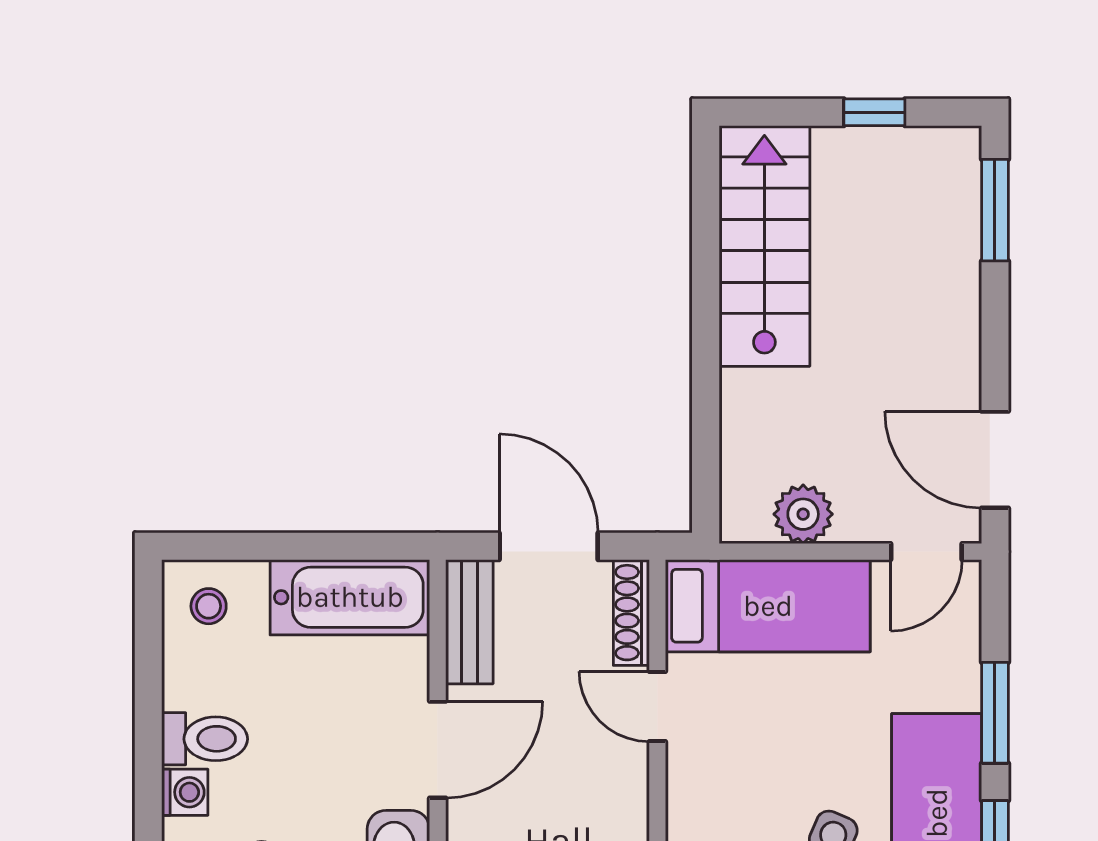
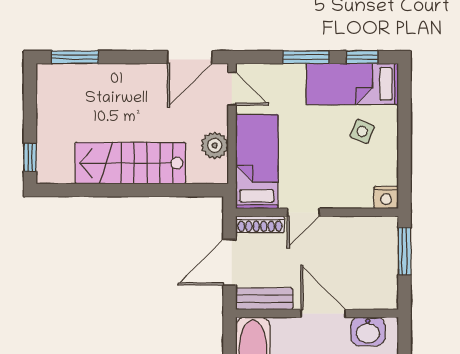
window: (874, 112) -> (30, 157), moved
stairs: (764, 246) -> (130, 163), moved

